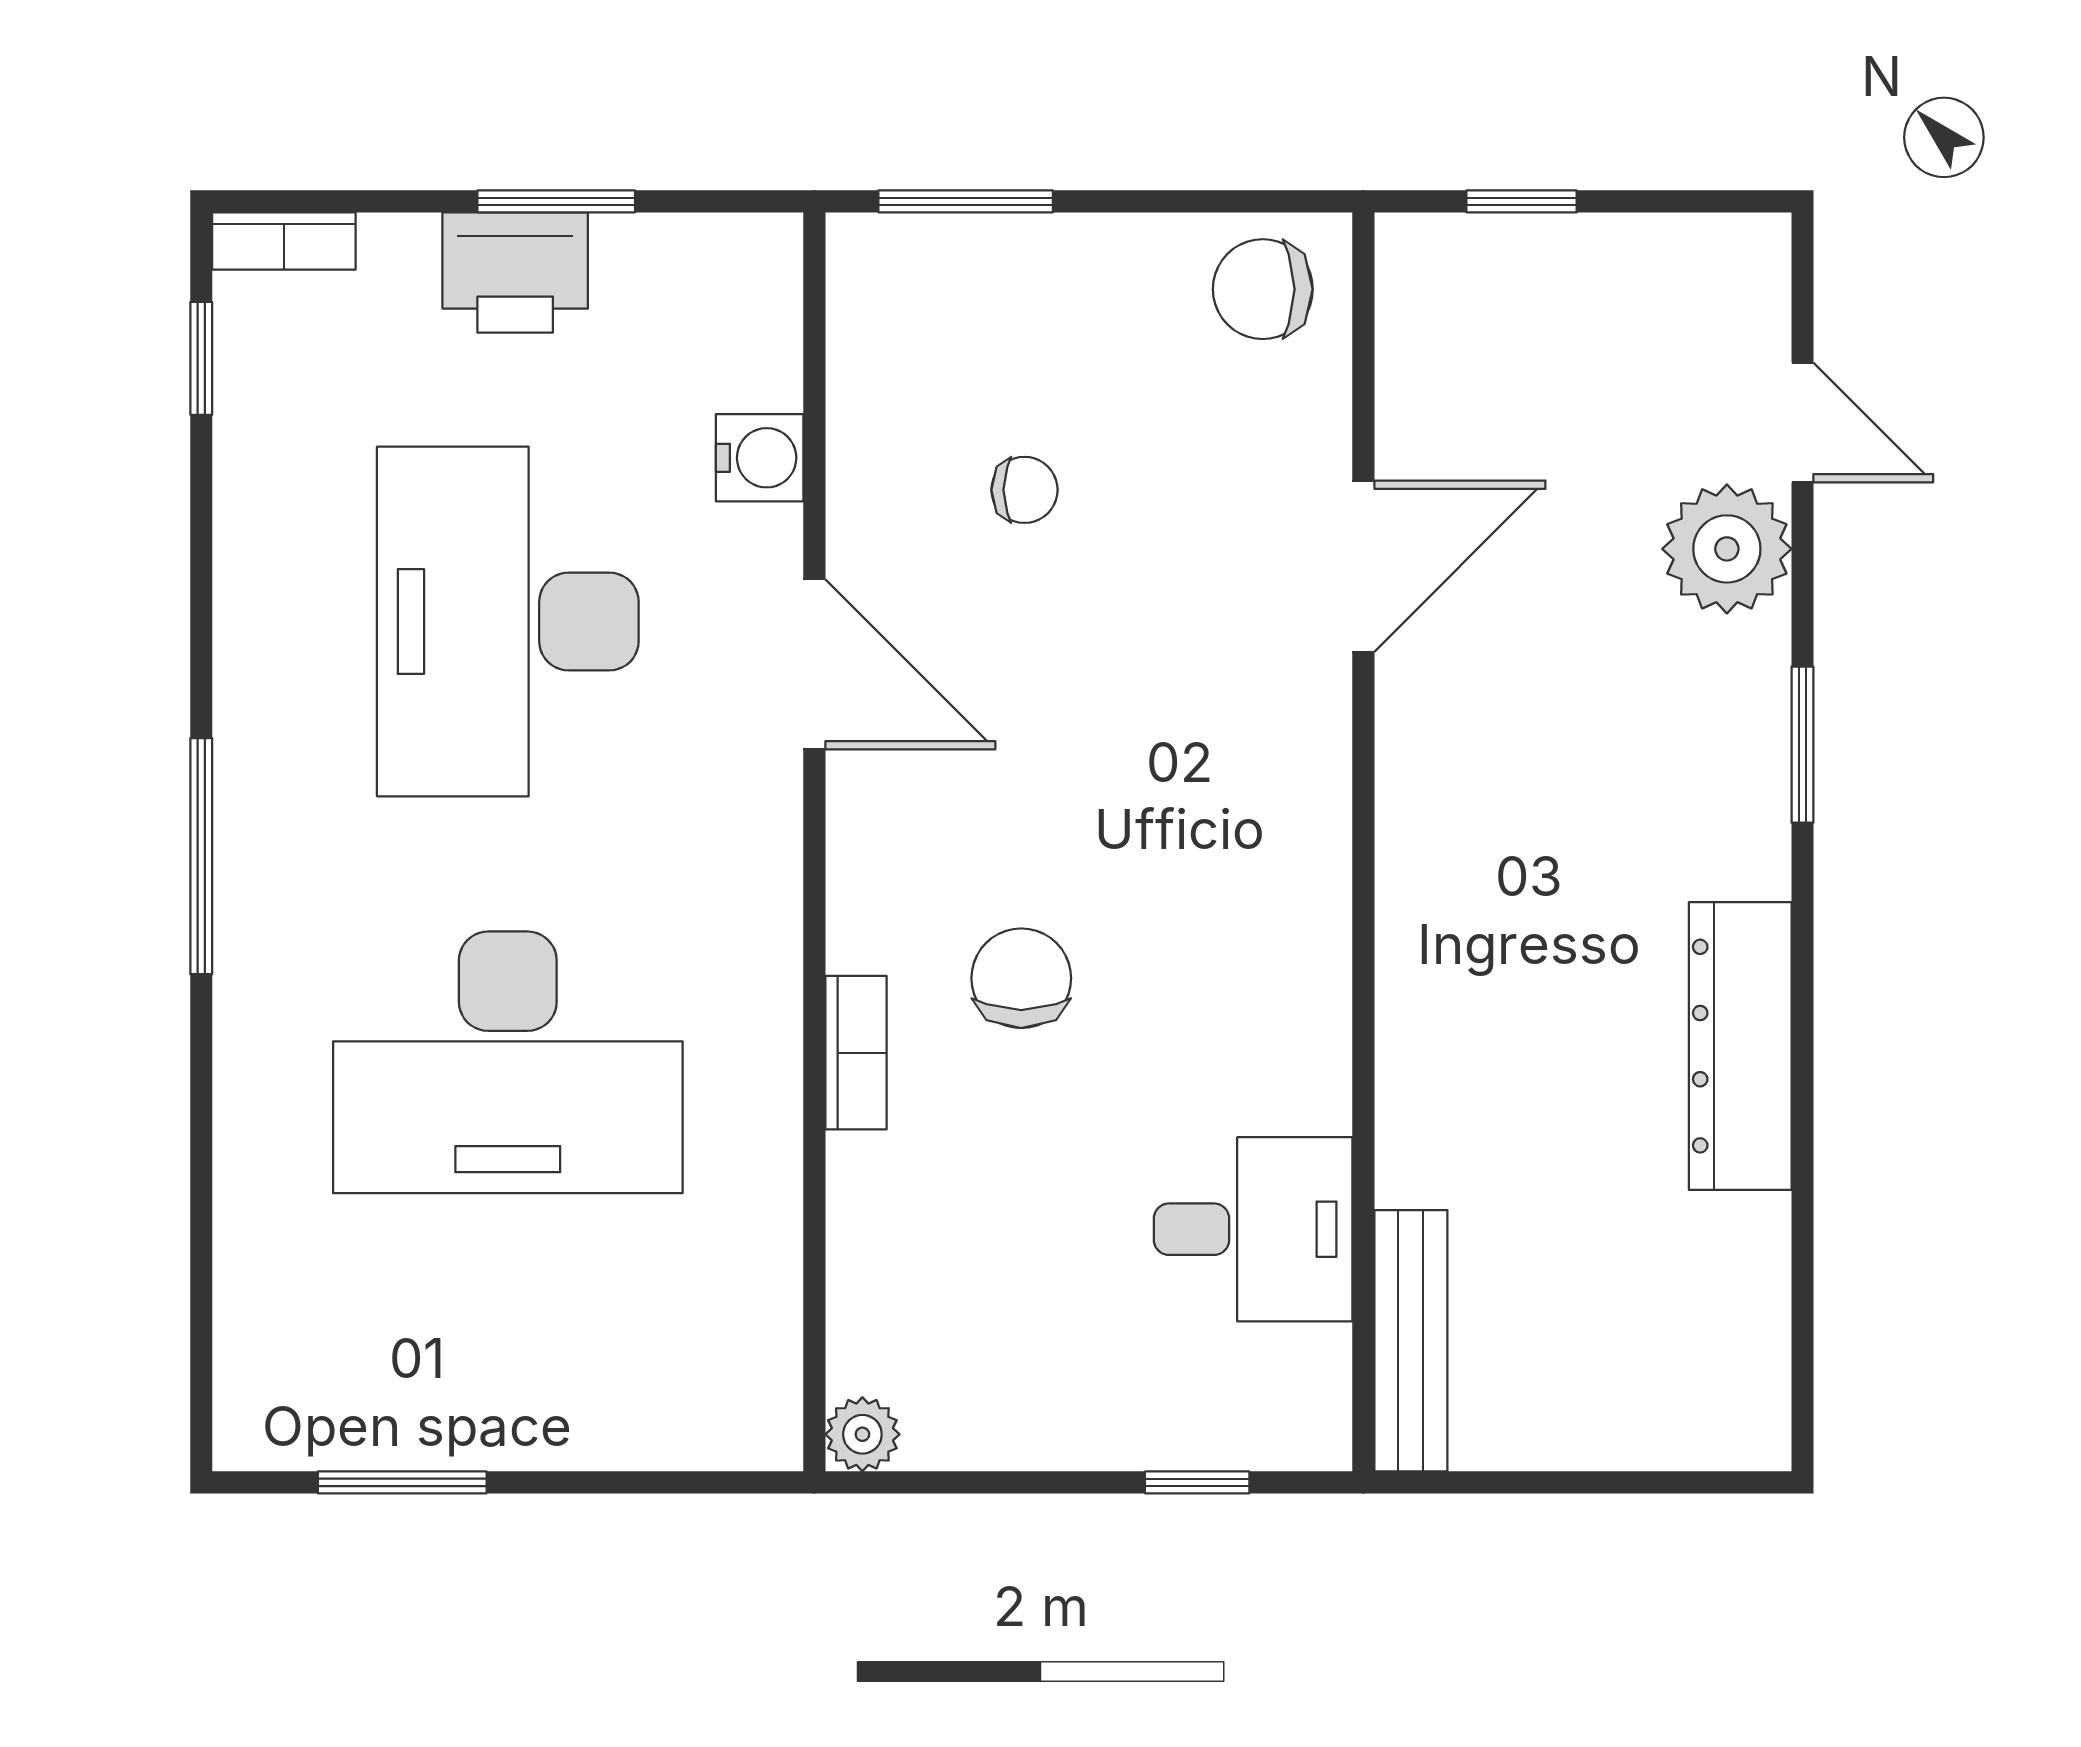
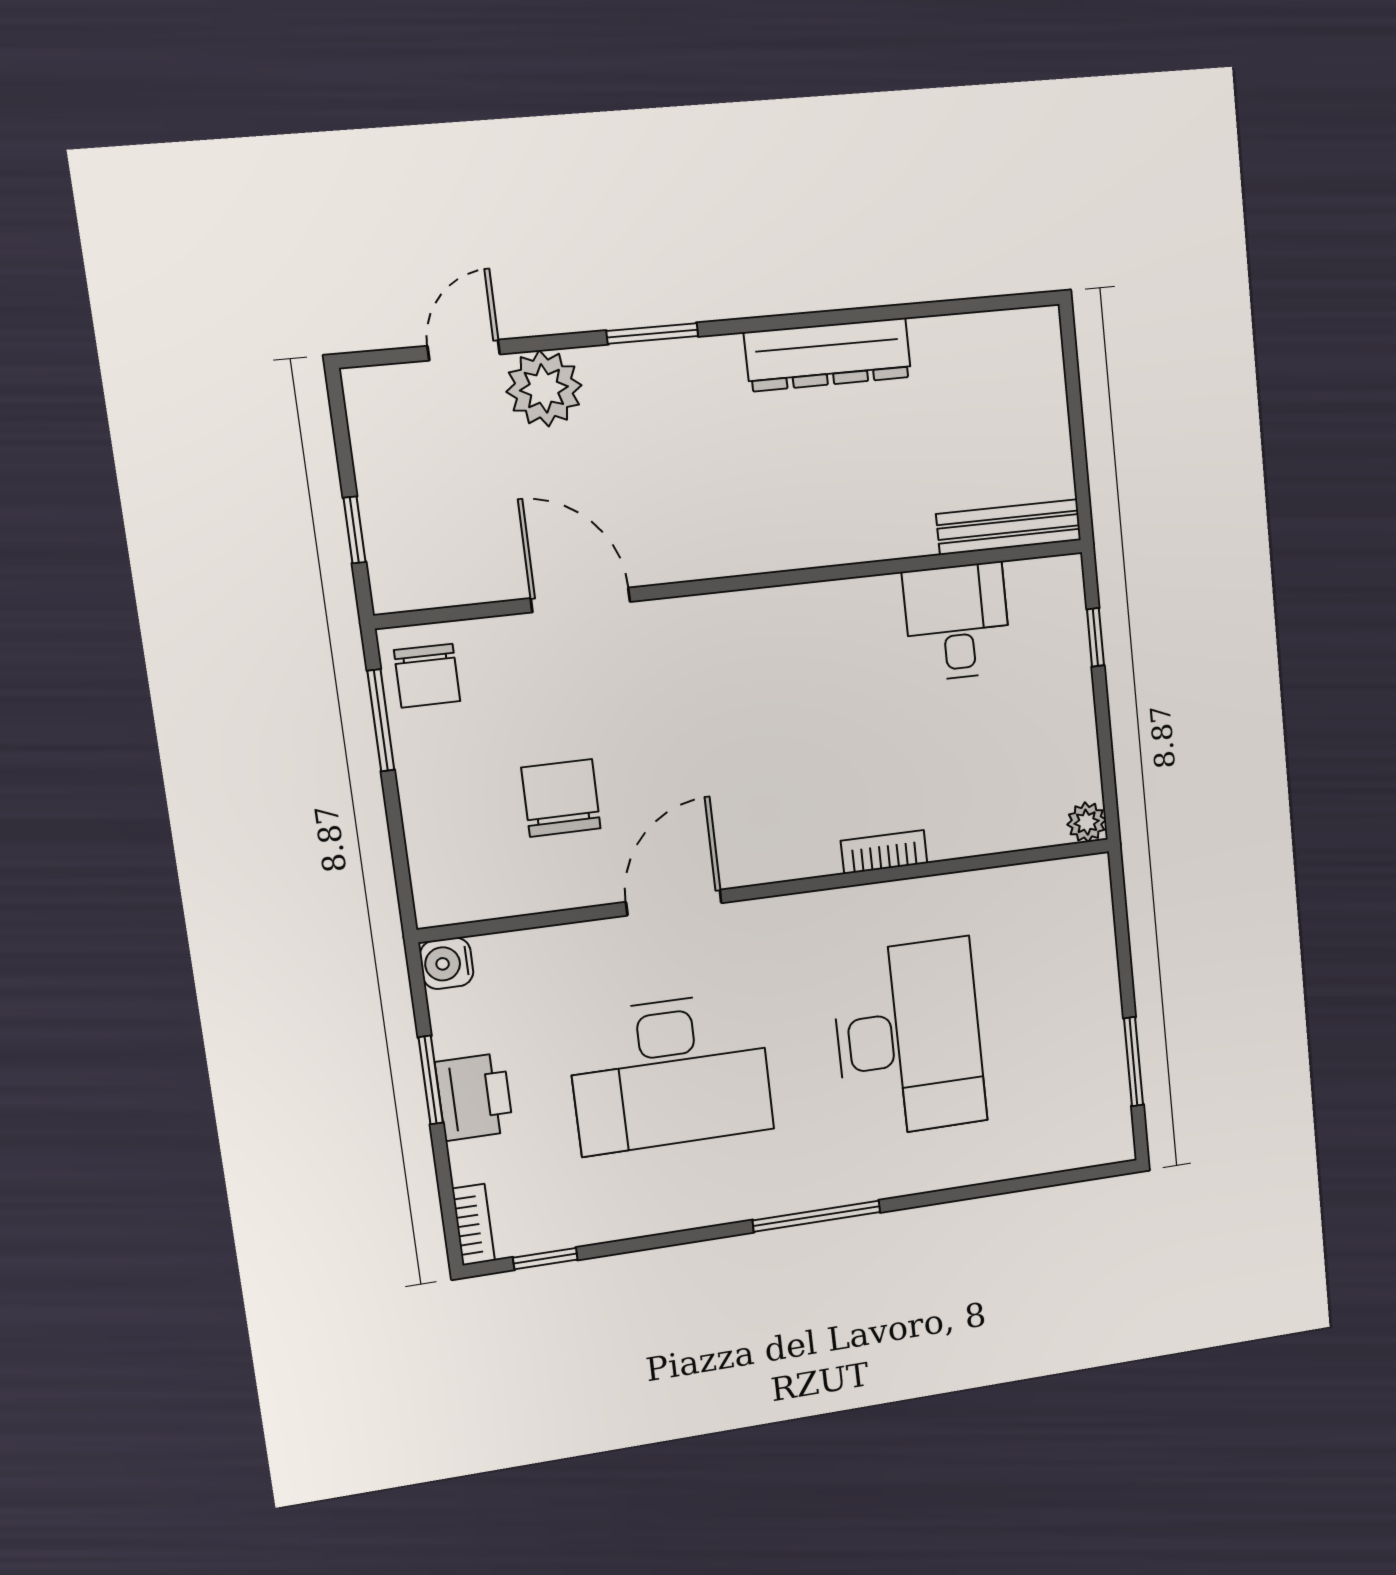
window: (966, 201) -> (381, 720), moved
water cooler: (760, 458) -> (447, 963), moved, turned -90
chair: (1024, 490) -> (561, 798), width x1.87, depth x1.87
chair: (1021, 978) -> (834, 766), removed

